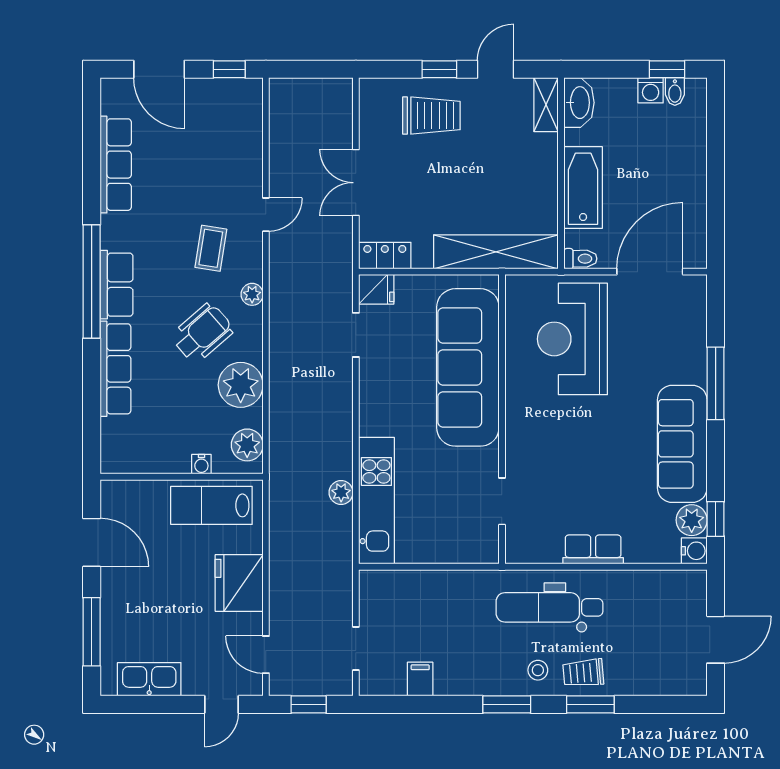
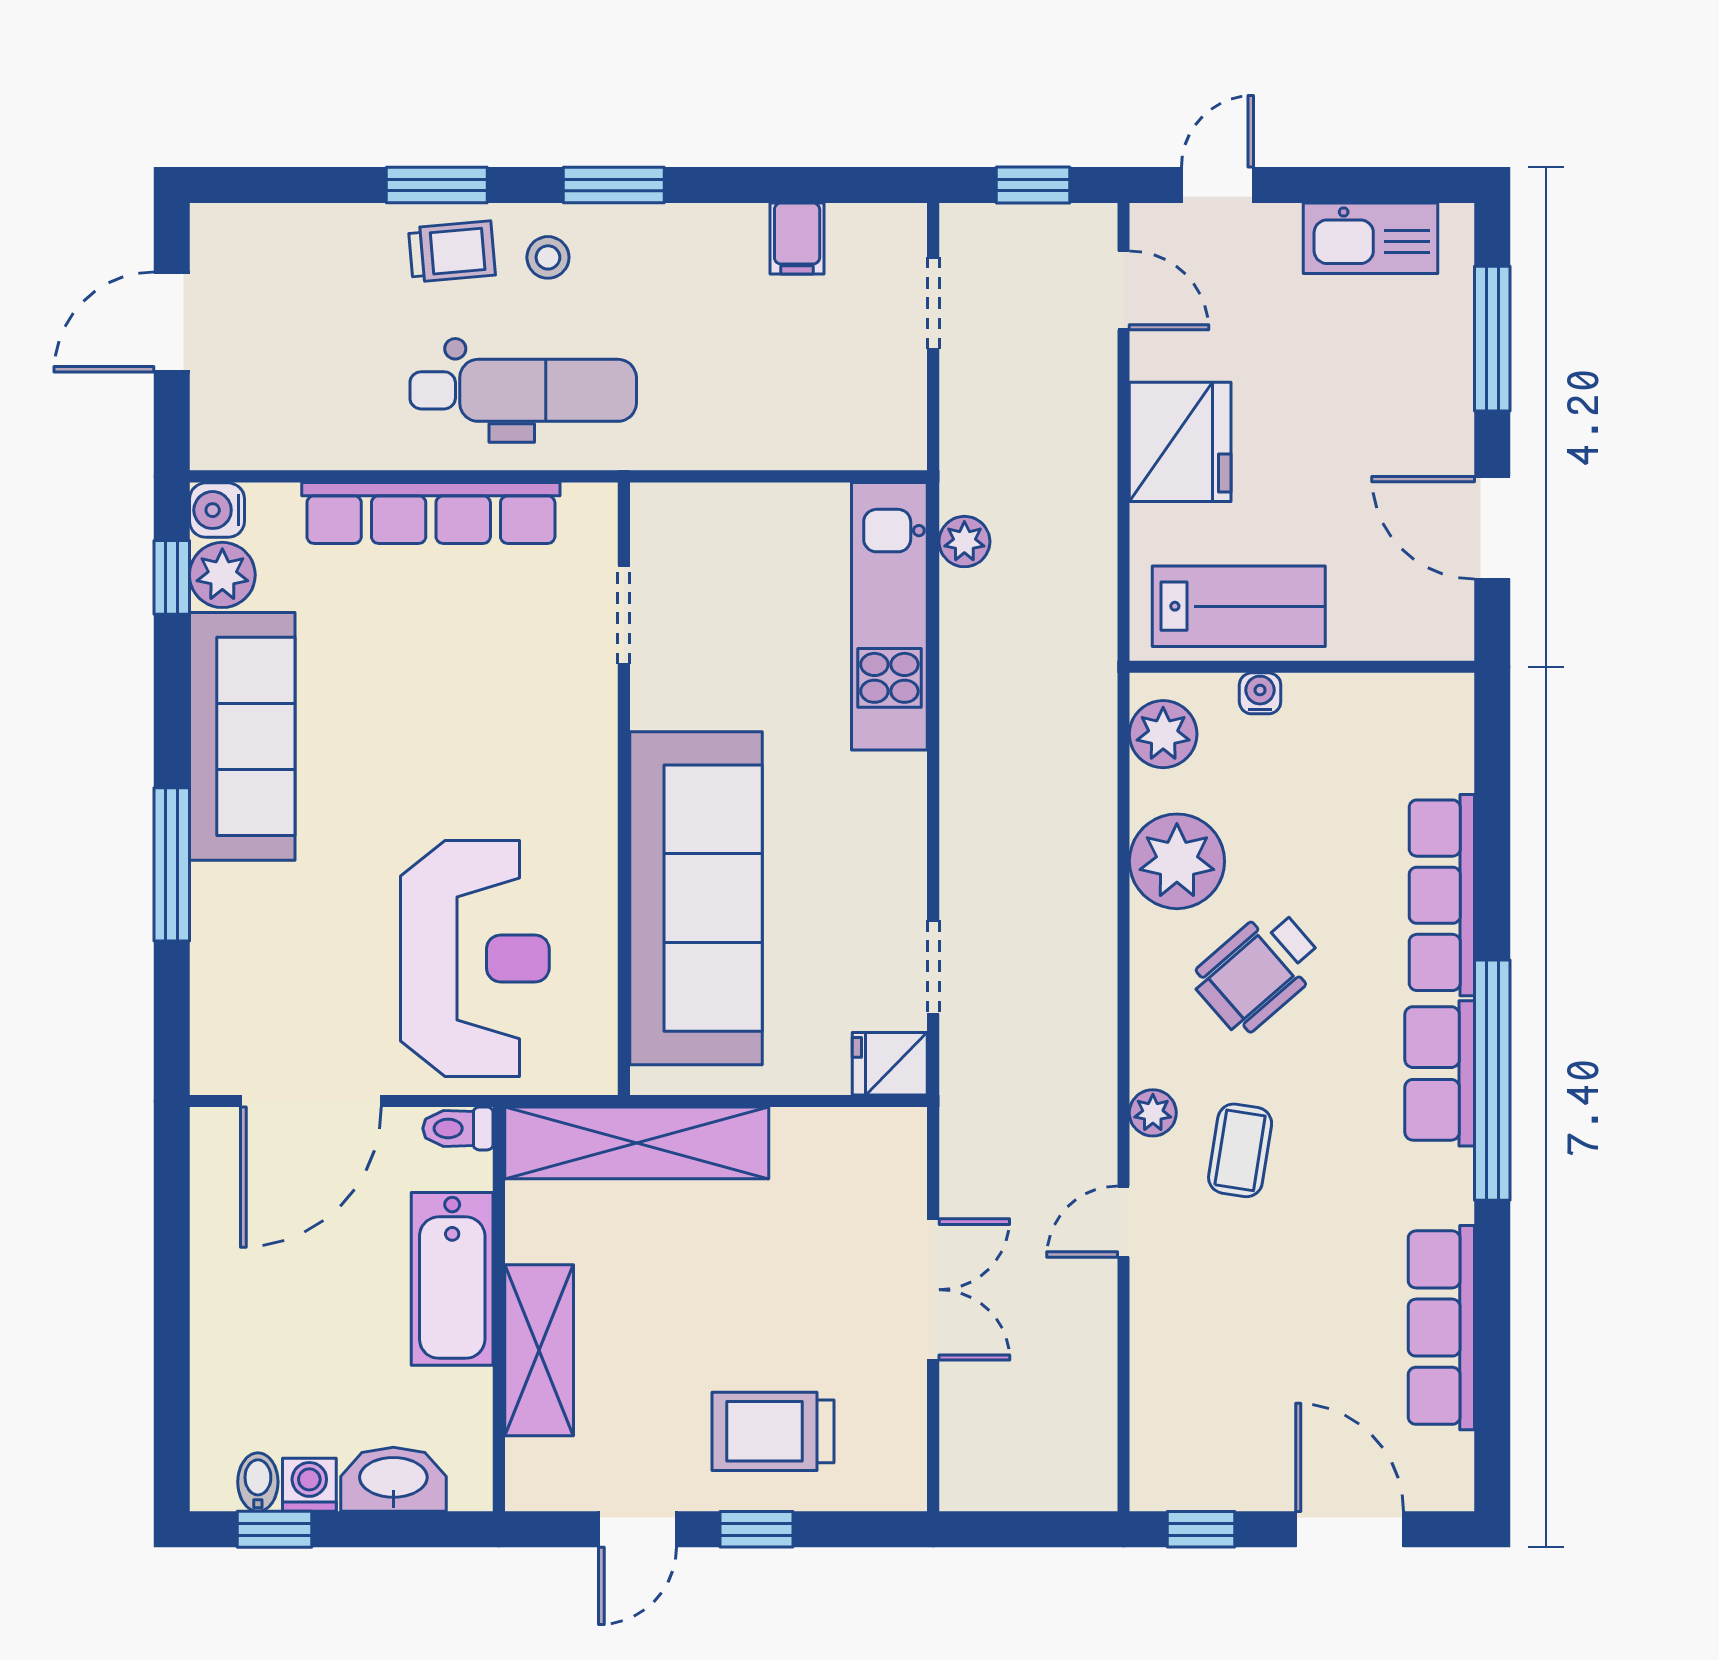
washbasin: (579, 103) -> (393, 1479), moved, turned 90
shelving: (546, 105) -> (539, 1350), moved, width x1.50, depth x1.33
locker: (385, 256) -> (872, 1135), removed
plant: (252, 294) -> (1153, 1113), moved
plant: (341, 492) -> (964, 542), moved
row of seats: (593, 549) -> (431, 513), width x2.02

